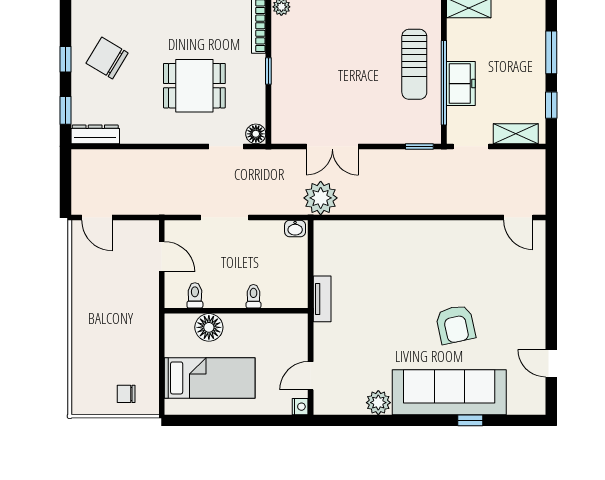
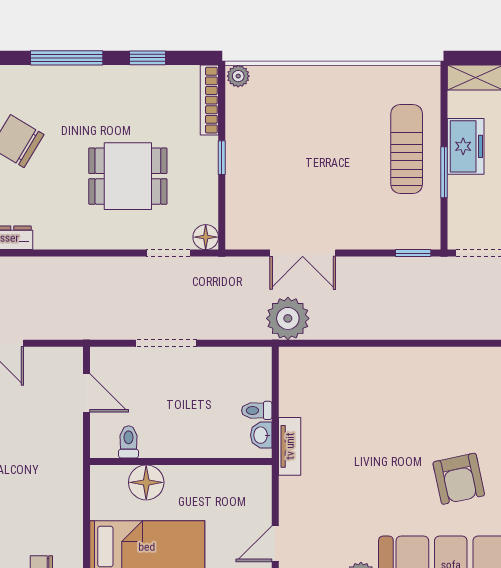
sun lounger: (414, 64) -> (407, 149), turned 180
window: (444, 83) -> (444, 172), width x0.47
freezer: (461, 84) -> (466, 146), moved
washbasin: (295, 229) -> (261, 435), moved, turned 90
toilet: (253, 296) -> (257, 410), moved, turned -90

